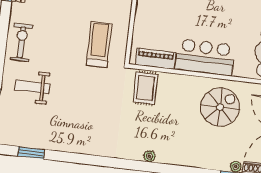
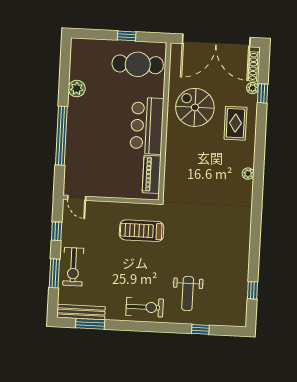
exercise bike: (21, 42) -> (145, 307), turned 180
rug: (146, 88) -> (235, 123), moved, turned 90
window: (31, 153) -> (253, 290), width x0.67

